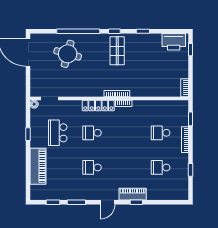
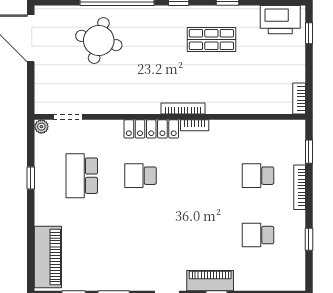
shop shelf: (117, 51) -> (211, 40), moved, turned 90
piano: (38, 166) -> (48, 257), moved
school desk: (92, 167) -> (140, 235), removed

